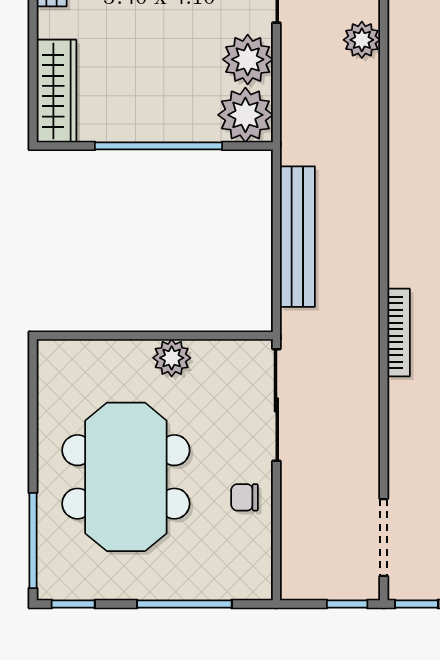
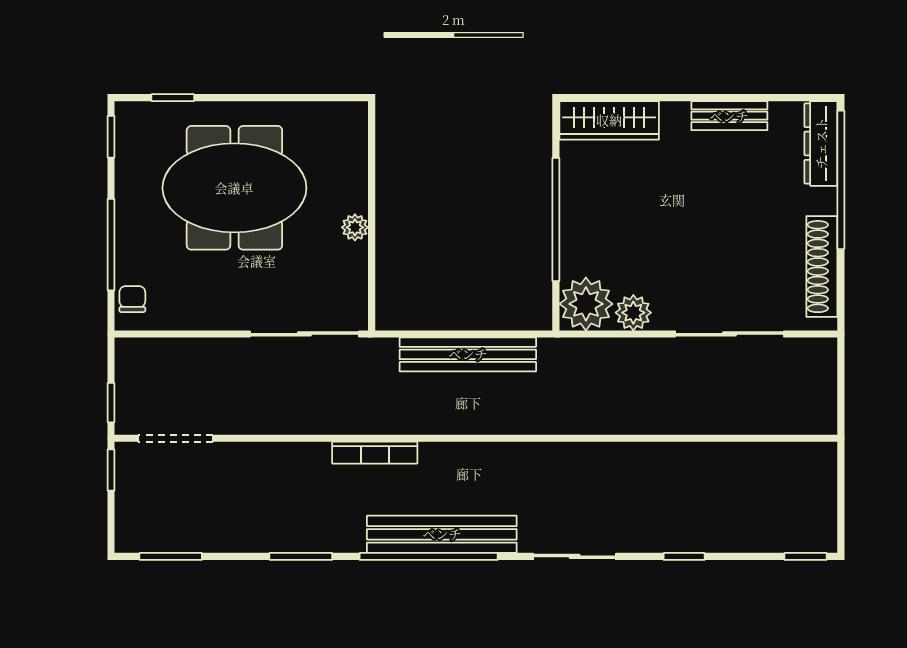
plant: (362, 40) -> (659, 417), removed
plant: (248, 59) -> (633, 313), width x0.73, depth x0.73
plant: (172, 358) -> (355, 227), width x0.73, depth x0.73
chair: (244, 497) -> (132, 299), moved
window: (33, 540) -> (173, 98), width x0.46

